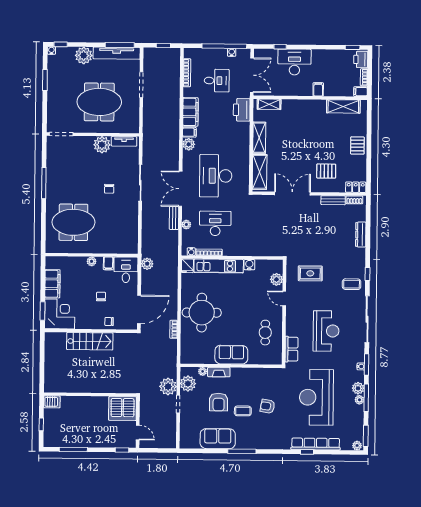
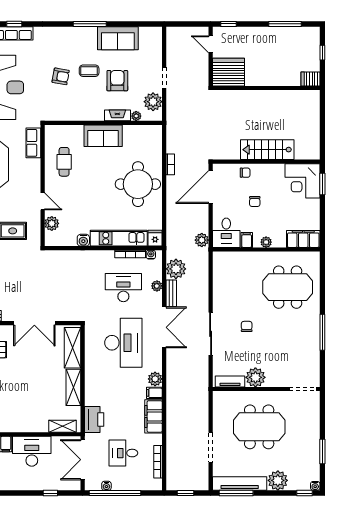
desk: (294, 62) -> (32, 451), moved, turned 180
desk: (215, 223) -> (123, 288), turned 180
filing cabinet: (52, 284) -> (303, 239), moved, turned 90
plant: (168, 386) -> (176, 269), moved

